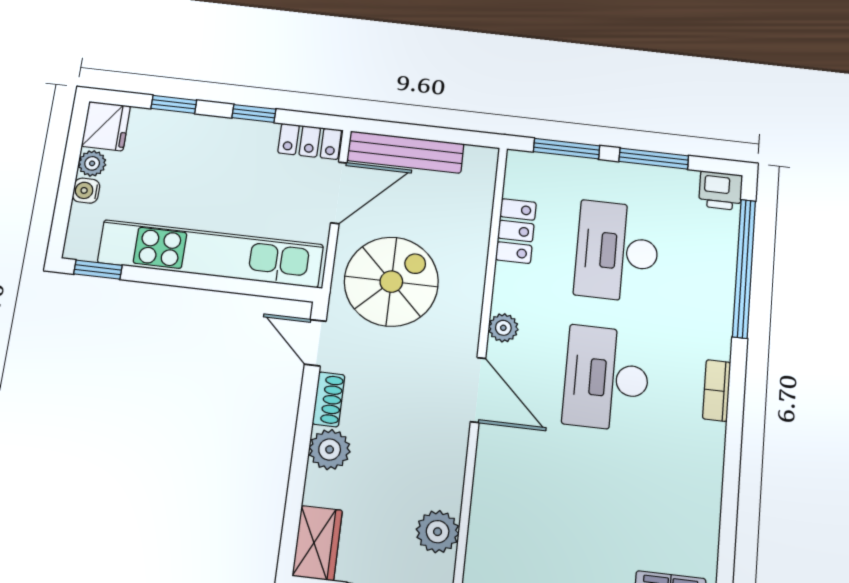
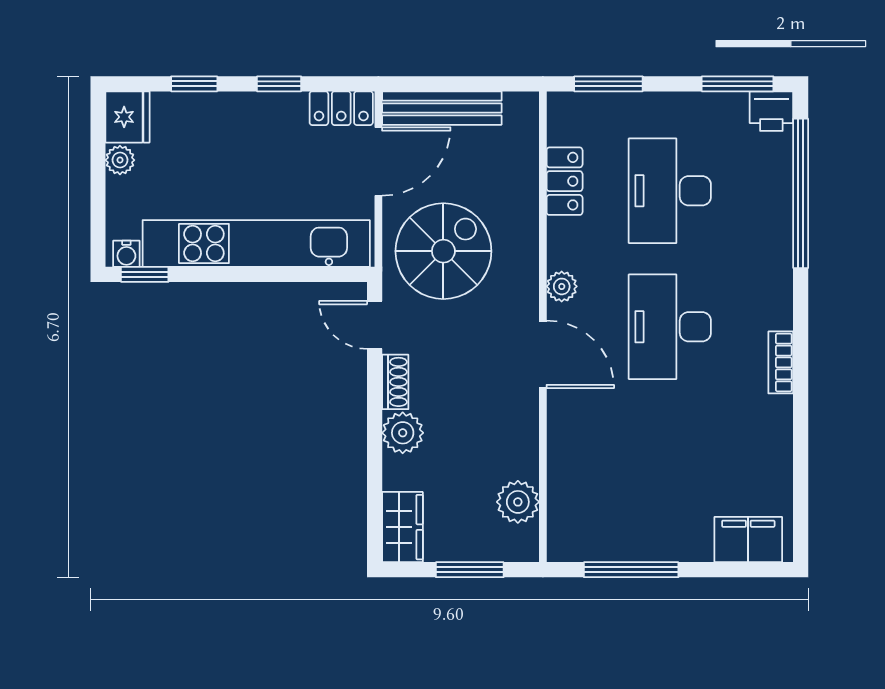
window: (654, 159) -> (738, 84), moved
water cooler: (86, 191) -> (126, 254), moved, turned -90
bookcase: (717, 390) -> (781, 362), moved

